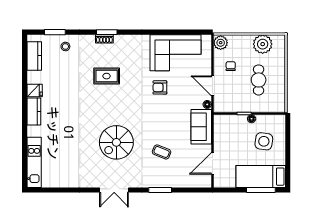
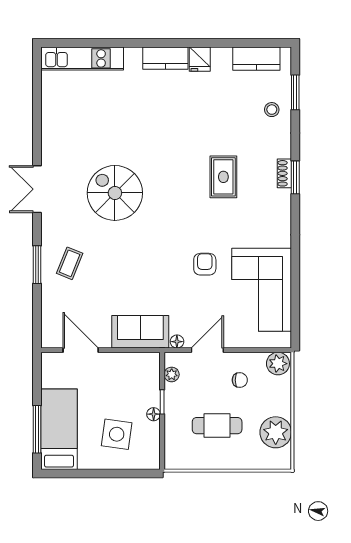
plant: (227, 108) -> (172, 374), added
coffee table: (162, 152) -> (70, 263), moved

